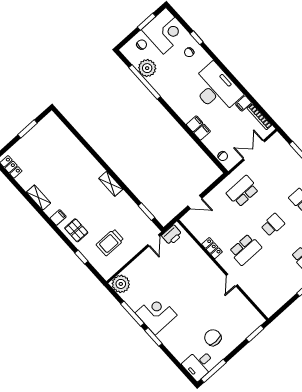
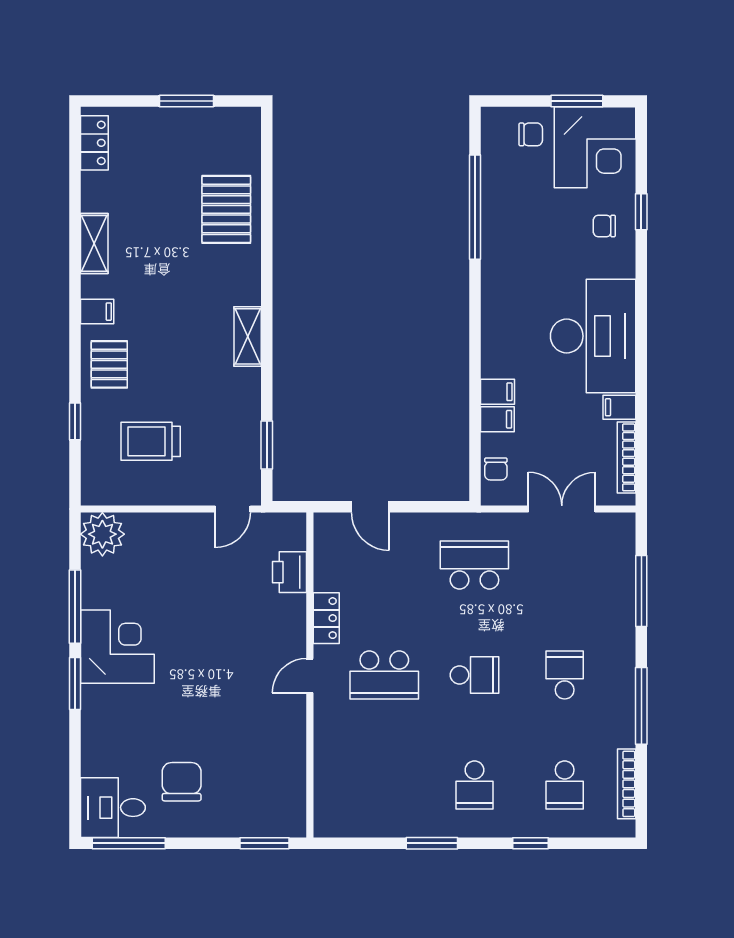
plant: (147, 68) -> (502, 186), removed
filing cabinet: (195, 124) -> (497, 419), moved
pallet: (69, 151) -> (226, 209), added
printer: (172, 235) -> (290, 572), moved, turned 90
door: (232, 280) -> (310, 676), moved

